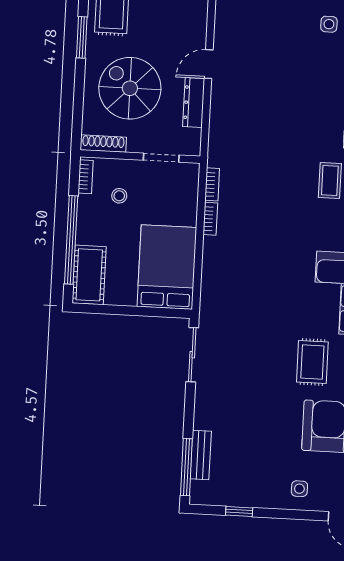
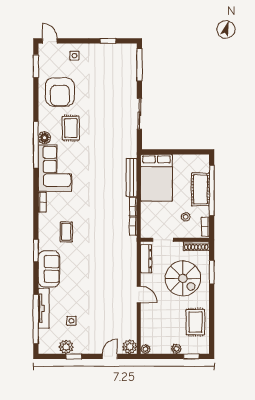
window: (82, 37) -> (212, 272), moved
door: (209, 64) -> (139, 294), hinge flipped
dresser: (194, 103) -> (146, 259), moved
cot: (89, 275) -> (200, 189), moved
sliding door: (192, 355) -> (139, 114), moved
bench: (201, 455) -> (132, 177), moved, width x1.36

